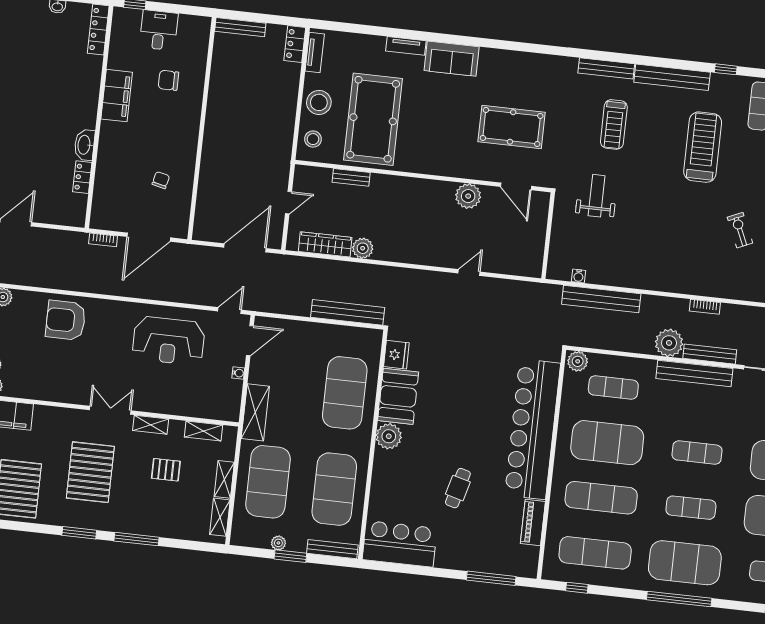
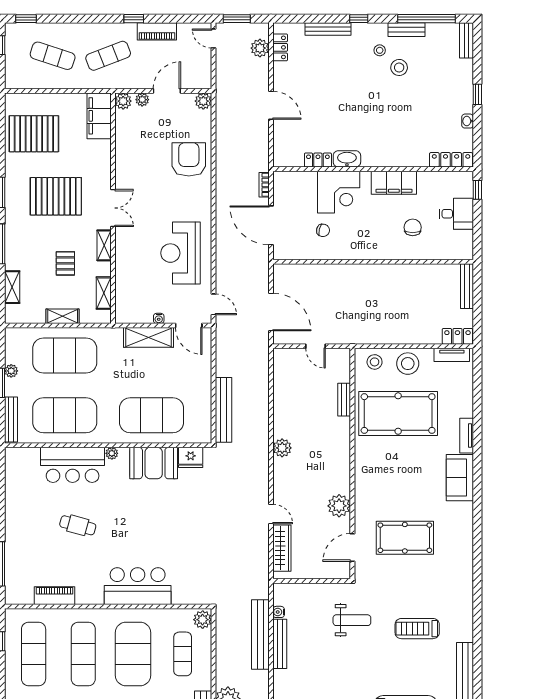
bench: (606, 68) -> (280, 644), moved
pool table: (512, 127) -> (405, 538), turned 90
corner desk: (120, 158) -> (339, 192), added
wardrobe: (325, 244) -> (282, 548), moved
plant: (363, 248) -> (282, 448), moved
shelving: (255, 412) -> (149, 337), moved
bar counter: (533, 429) -> (138, 586), width x0.54
plant: (389, 436) -> (112, 453), width x0.53, depth x0.53
shelving: (220, 517) -> (12, 287), moved, turned 90
bar counter: (400, 544) -> (73, 465), moved, turned 90

